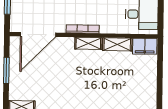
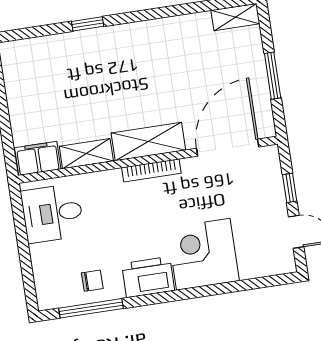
shelving: (88, 43) -> (148, 142), width x1.50, depth x1.33

